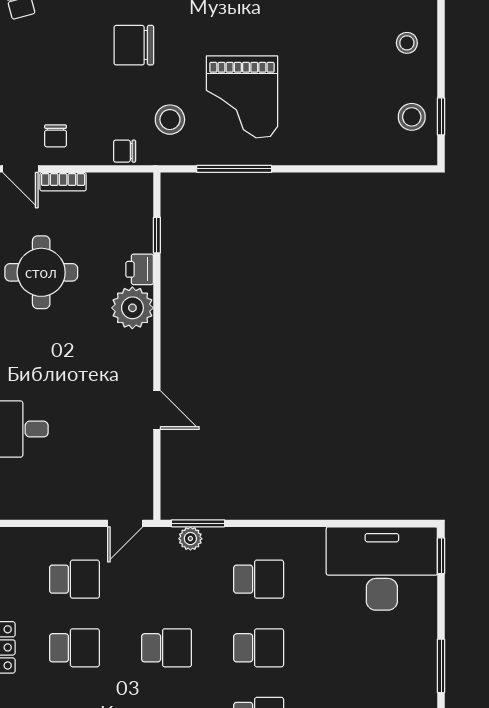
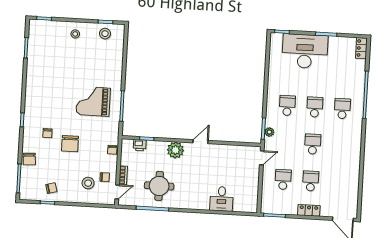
grand piano: (242, 97) -> (93, 101), turned 180
stool: (170, 120) -> (88, 183), moved
printer: (140, 269) -> (140, 145), moved
door: (157, 410) -> (201, 142), moved
door: (125, 523) -> (262, 158), hinge flipped
desk: (382, 568) -> (305, 51), moved, turned 90

